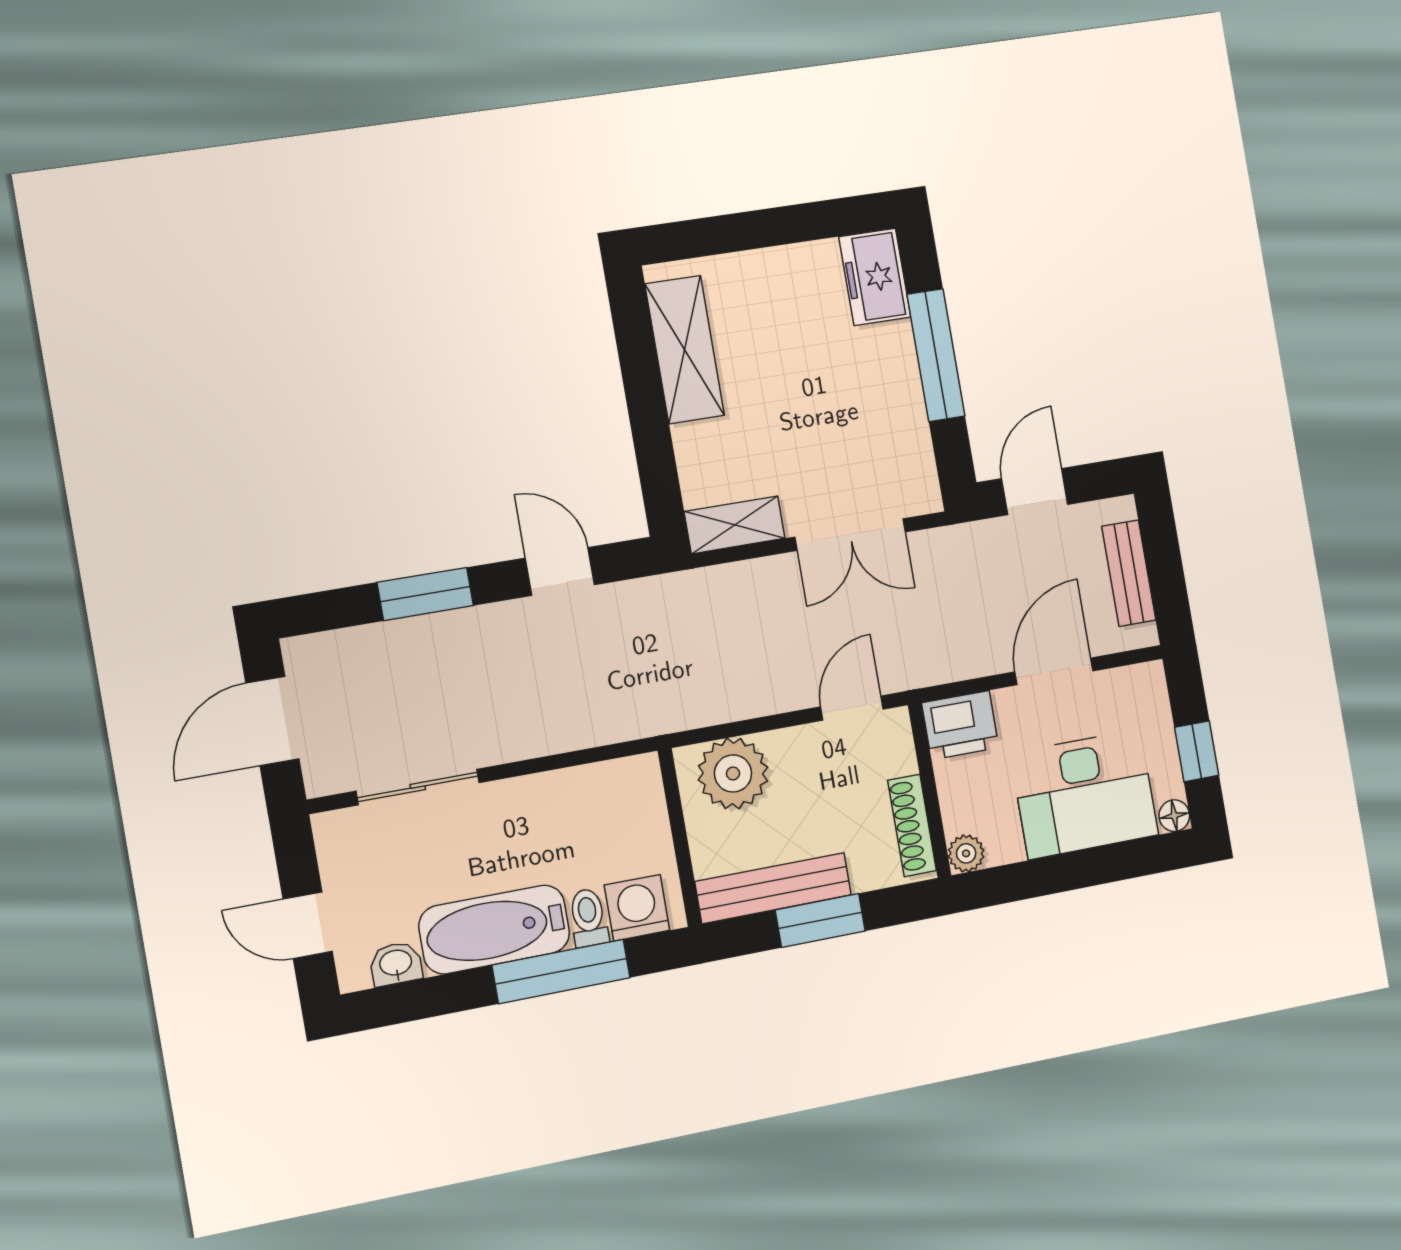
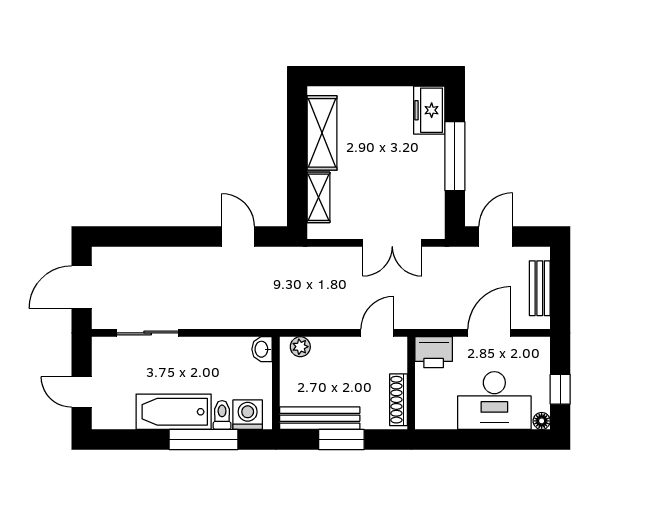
shelving: (735, 525) -> (318, 197), moved, turned 90
window: (425, 594) -> (168, 237), removed
plant: (733, 773) -> (300, 347), width x0.53, depth x0.53
plant: (966, 853) -> (425, 420), removed
washbasin: (396, 964) -> (262, 349), moved, turned -90

